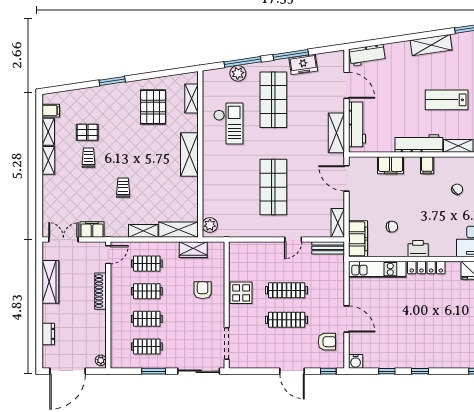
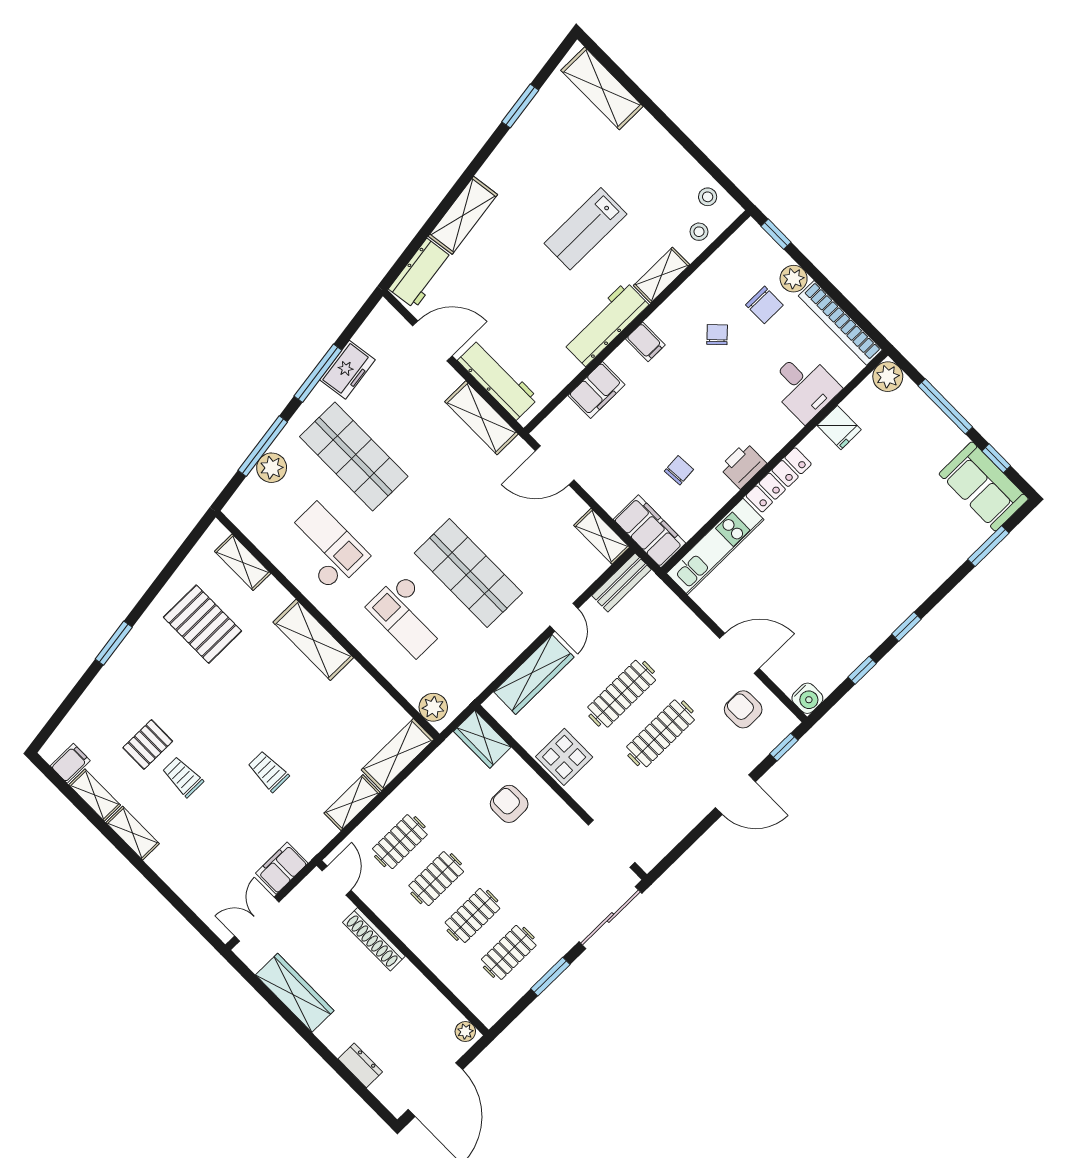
shelving: (431, 45) -> (463, 215), moved
checkout: (235, 181) -> (409, 615), added
wardrobe: (193, 250) -> (482, 739), moved, turned 90
wardrobe: (260, 250) -> (534, 674), added
armchair: (327, 342) -> (743, 709), turned -90

